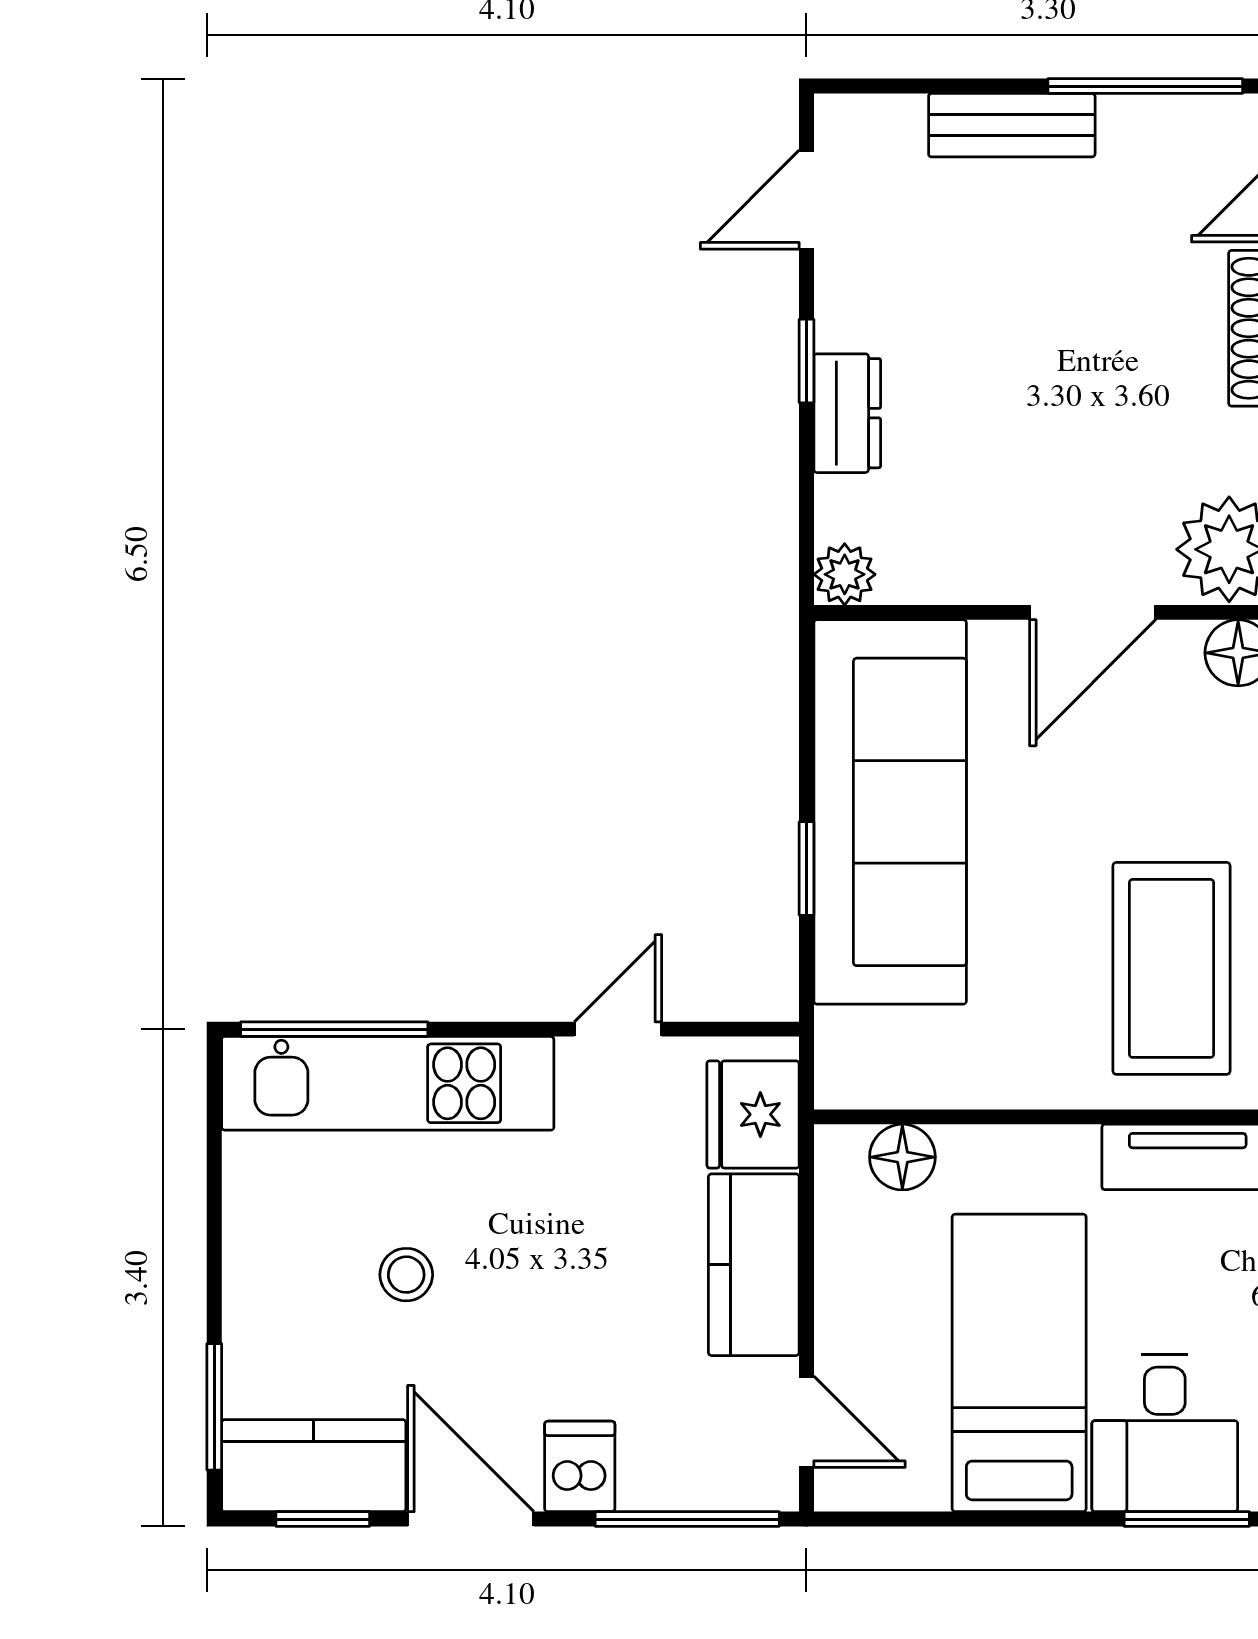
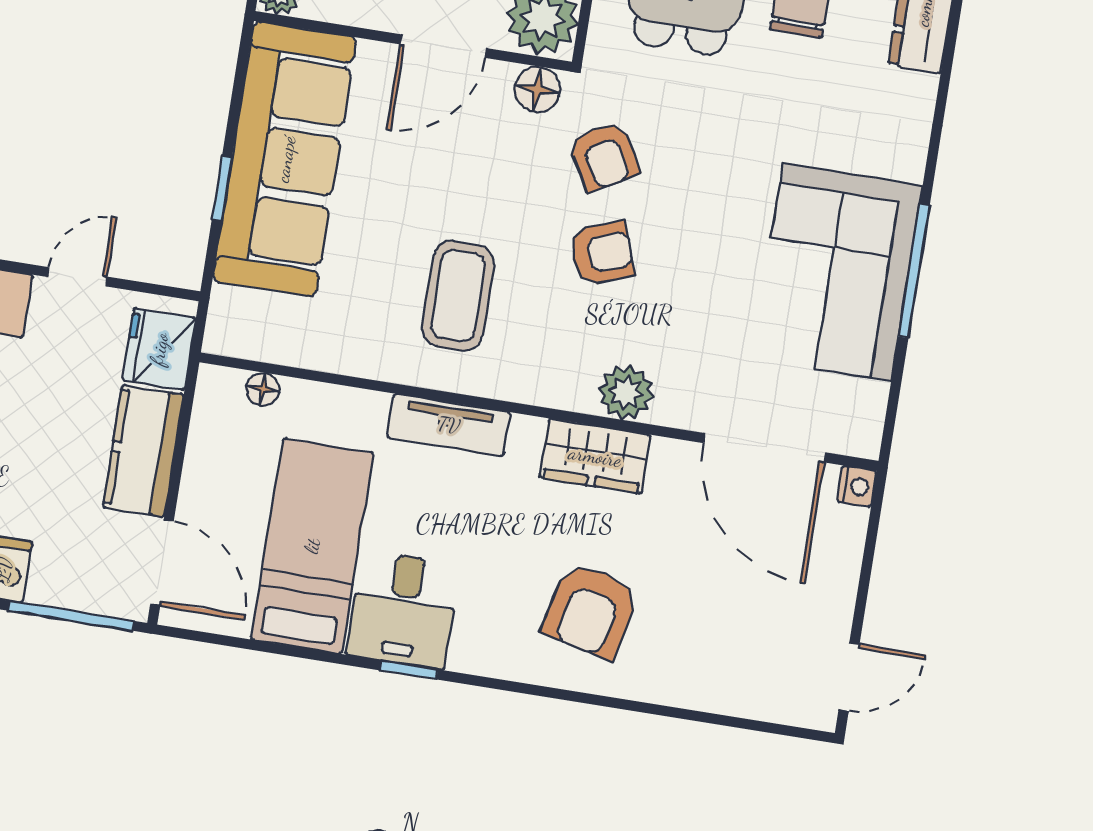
coffee table: (1171, 968) -> (458, 296), width x0.73, depth x0.76
floor lamp: (902, 1157) -> (263, 389), width x0.73, depth x0.73
door: (806, 1422) -> (162, 563), width x1.38
window: (1187, 1519) -> (409, 670), width x0.67

